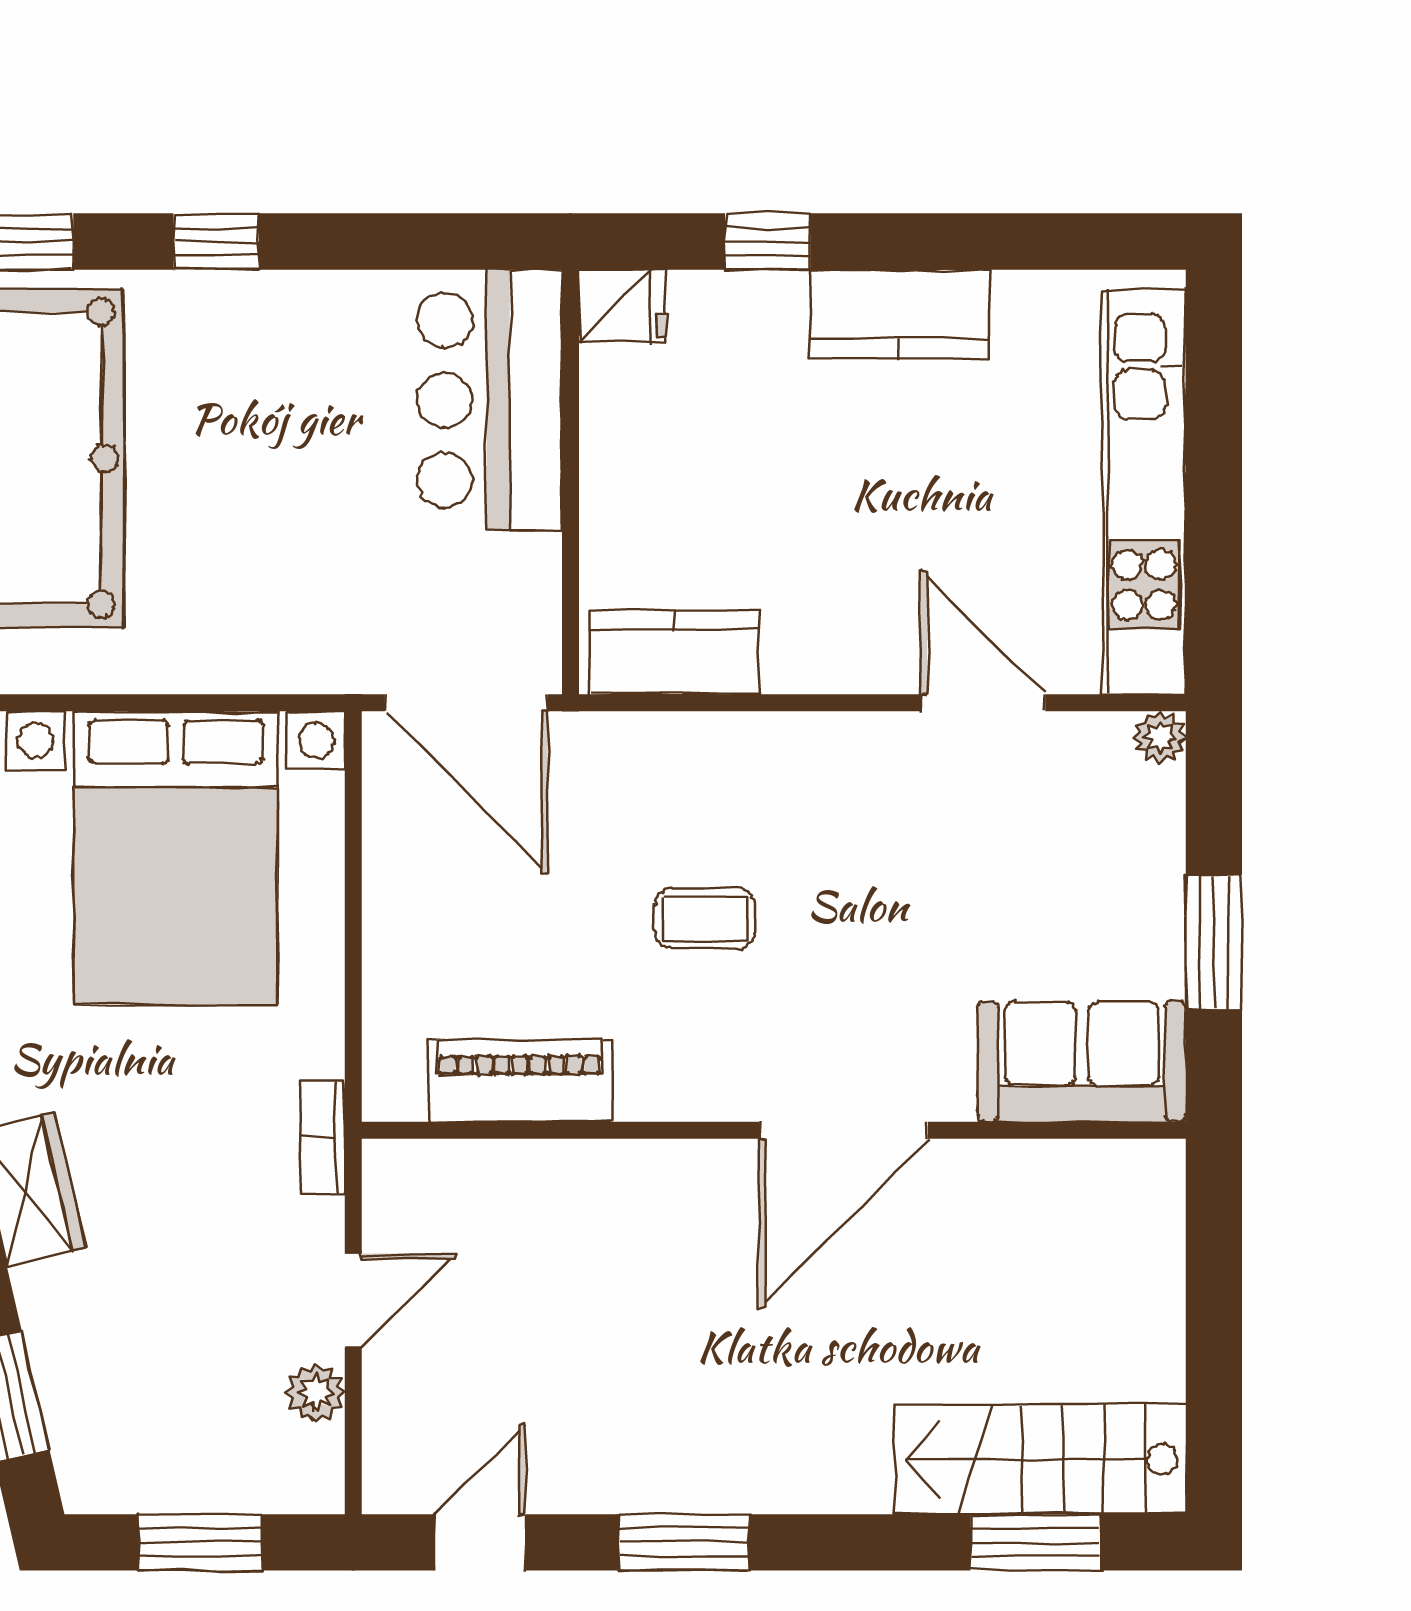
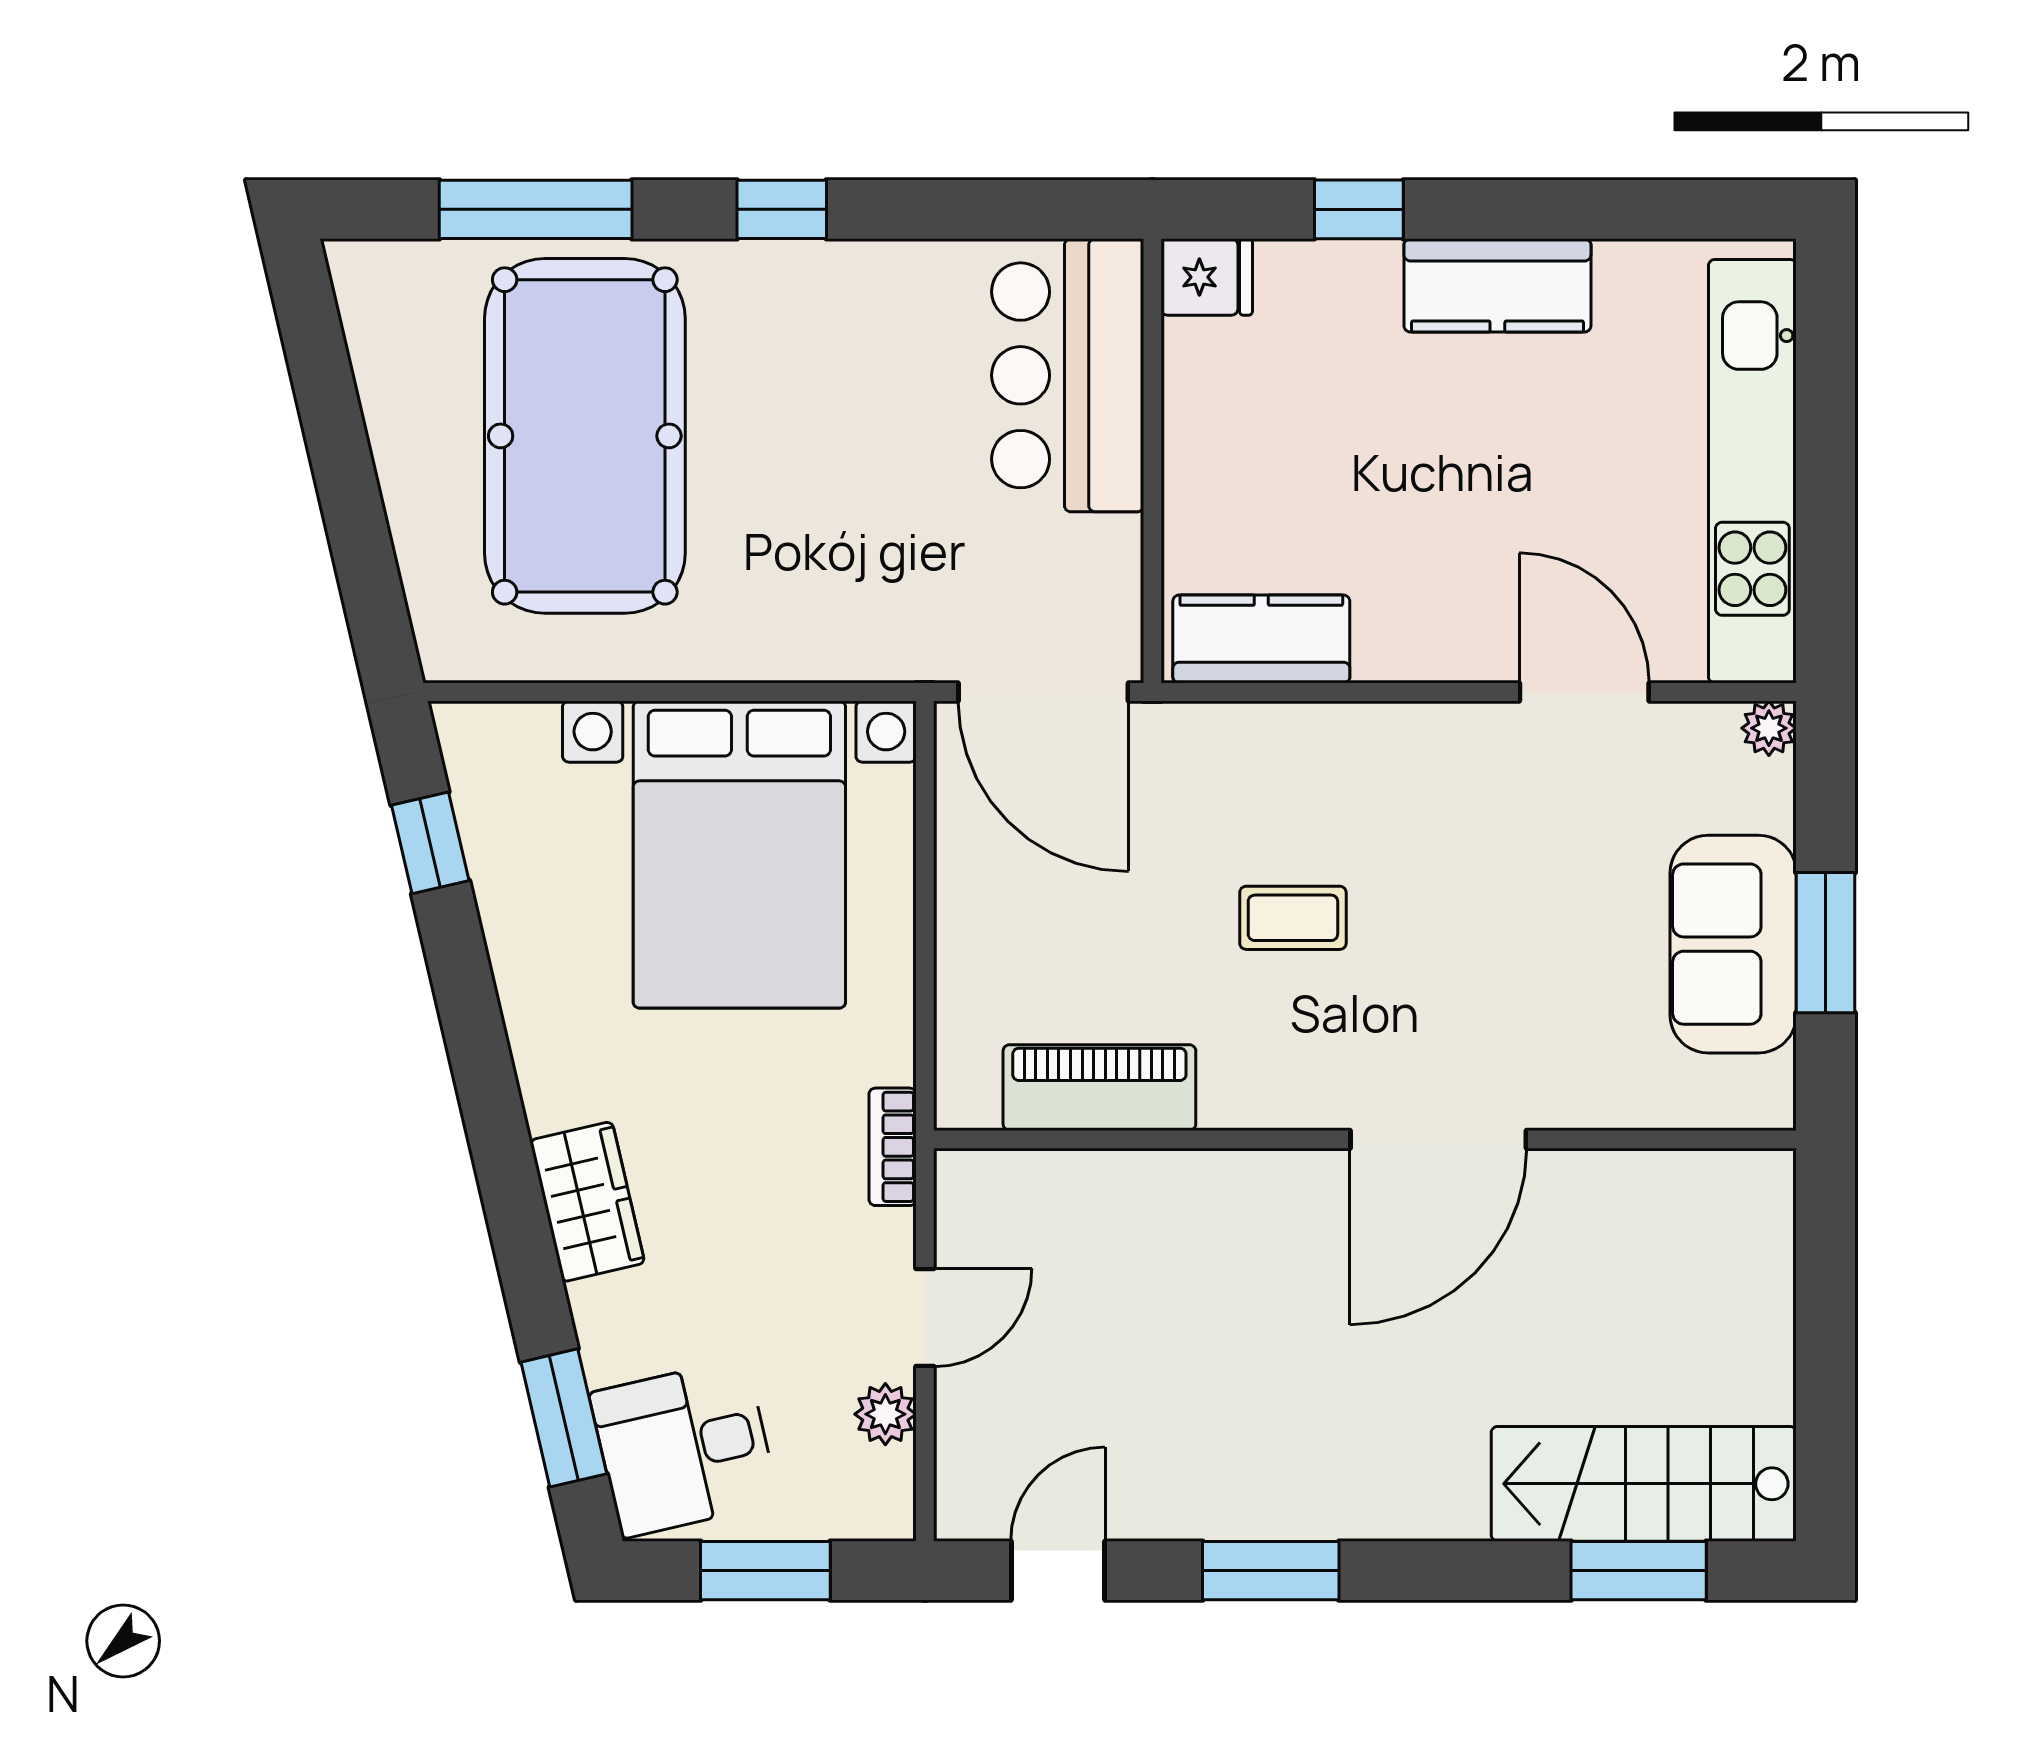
sofa: (1082, 1062) -> (1733, 944), moved, turned -90
desk: (123, 1425) -> (684, 1448), added

